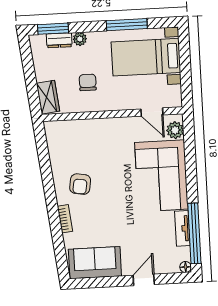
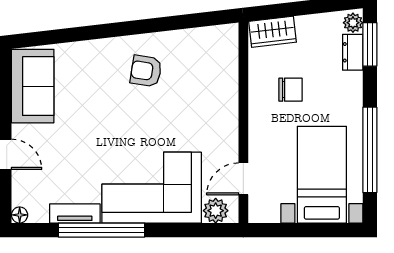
window: (127, 25) -> (370, 150), width x1.46
plant: (80, 39) -> (353, 23), moved
bookcase: (65, 219) -> (98, 47), removed
window: (194, 233) -> (101, 230), moved

